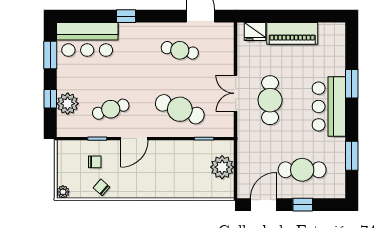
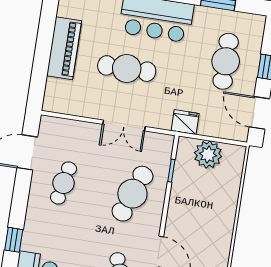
fridge: (255, 32) -> (185, 122), moved, turned -90
cafe table: (270, 100) -> (127, 69), moved

